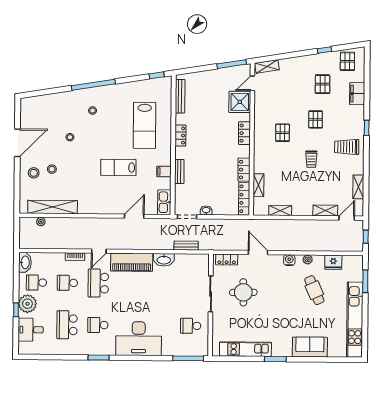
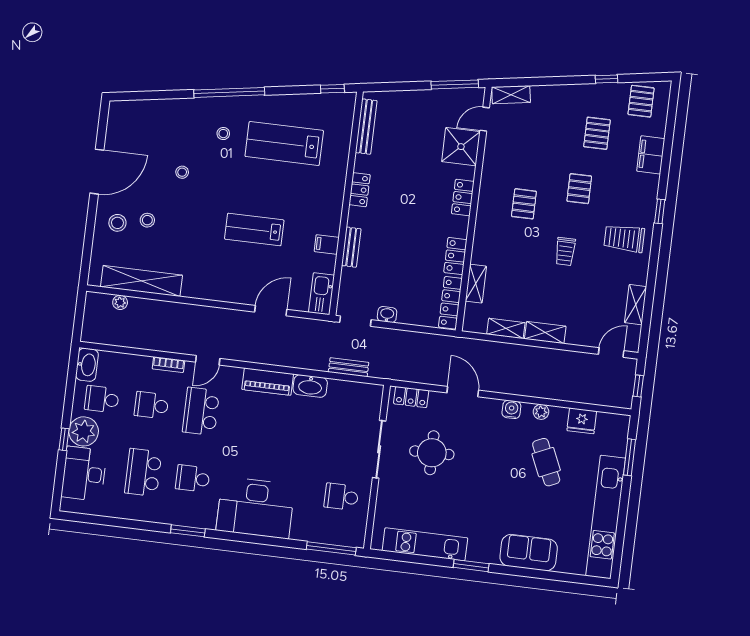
lab bench: (145, 125) -> (284, 143), moved, turned 90
shelving: (325, 211) -> (545, 333), moved
piano: (132, 262) -> (268, 382), width x0.73, depth x0.75
desk: (31, 330) -> (84, 474), width x1.37

